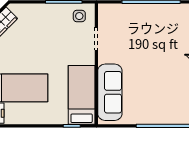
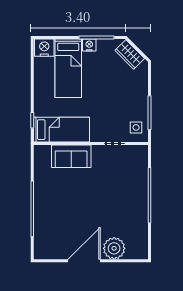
sofa: (110, 92) -> (71, 156), width x0.73

